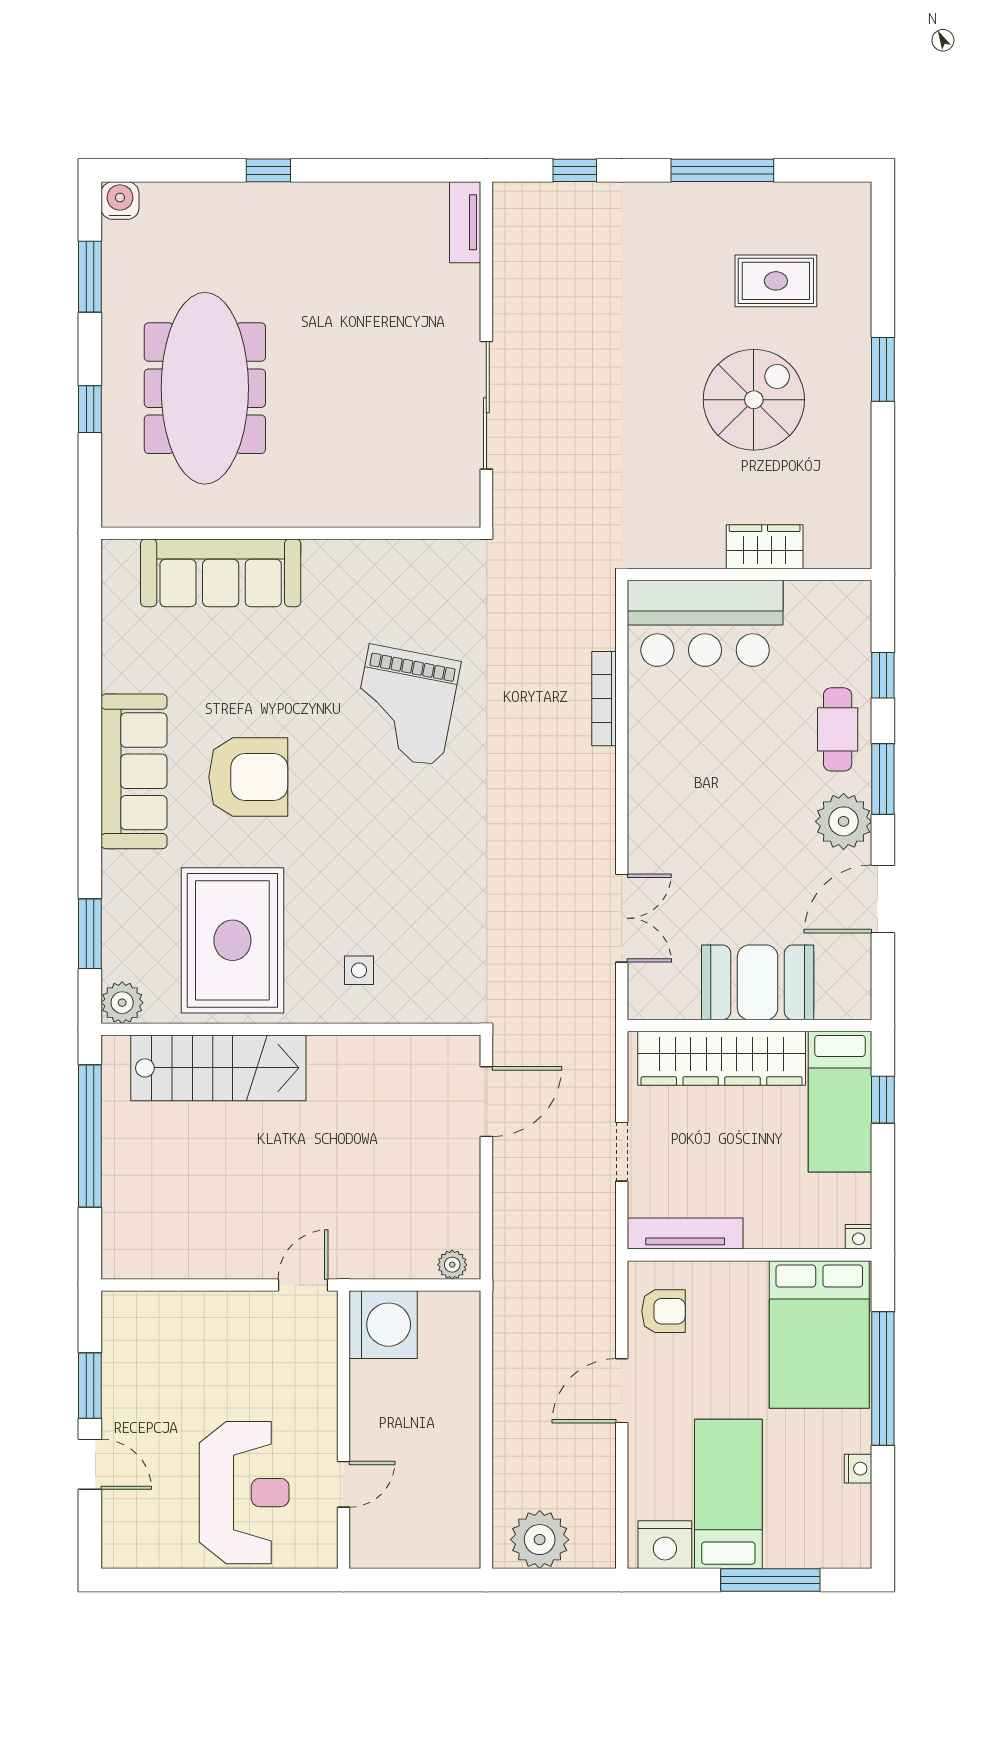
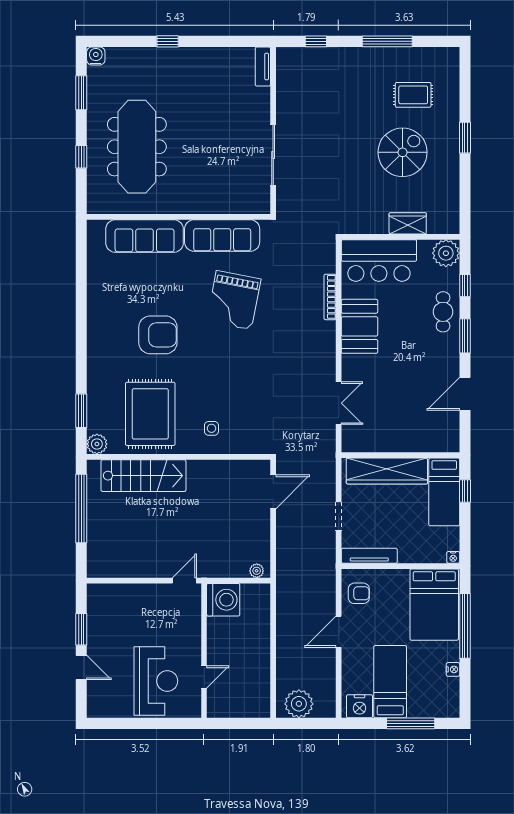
sofa: (134, 771) -> (222, 236), moved, turned 90
plant: (844, 821) -> (446, 253), moved
booth: (758, 982) -> (359, 326), moved, turned 90

